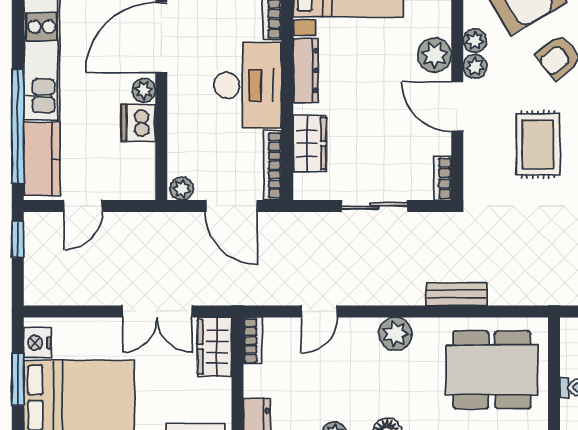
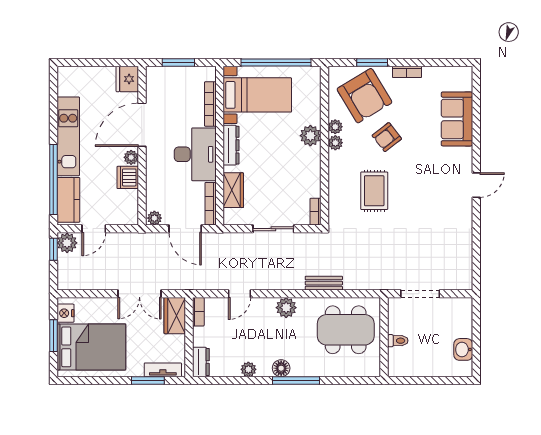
door: (457, 106) -> (324, 167), removed
plant: (40, 229) -> (67, 243), added

